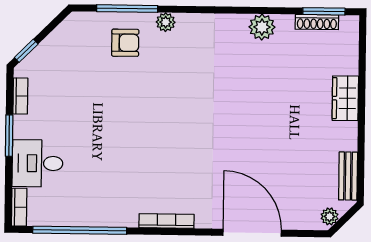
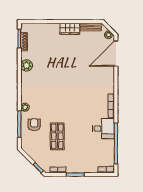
shop shelf: (98, 95) -> (57, 136), added
wardrobe: (345, 98) -> (70, 29), moved
desk: (37, 163) -> (103, 129), moved, turned -90
door: (252, 233) -> (116, 54), moved

